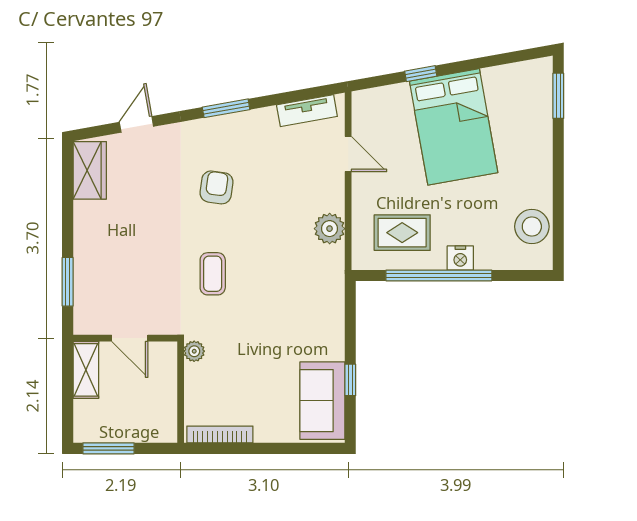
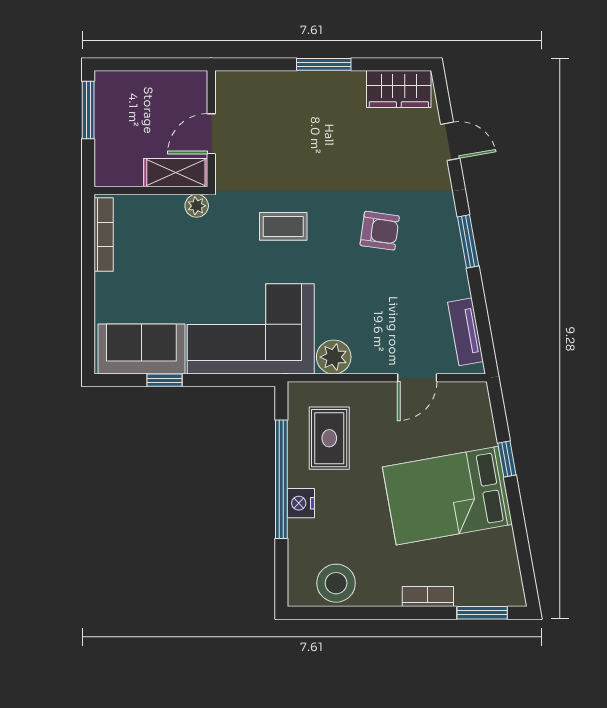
bookcase: (544, 144) -> (428, 597), added
window: (68, 282) -> (324, 64), moved
corner sofa: (304, 303) -> (251, 329), added
shelving: (86, 370) -> (176, 173), moved

